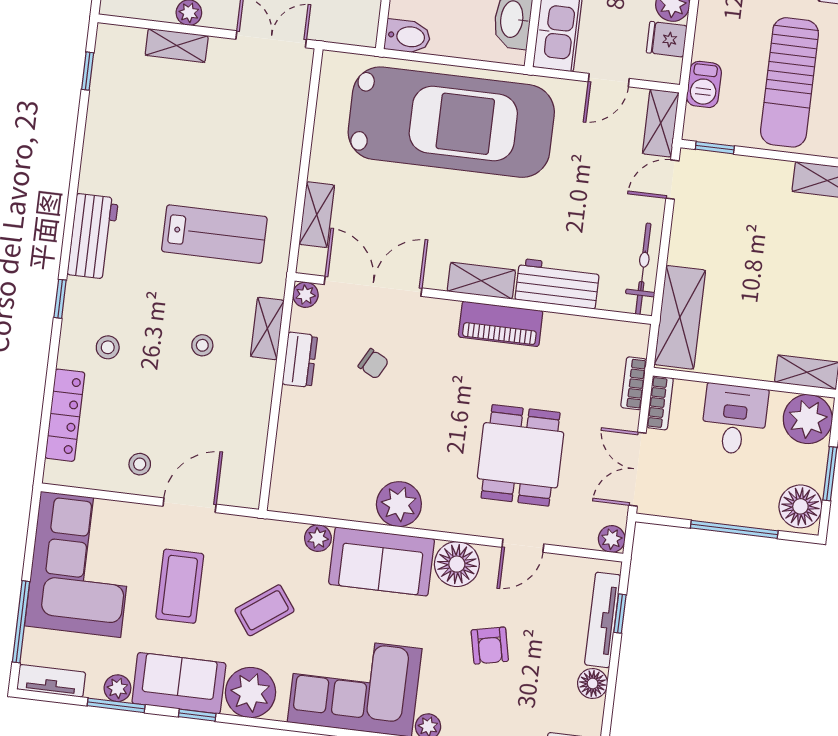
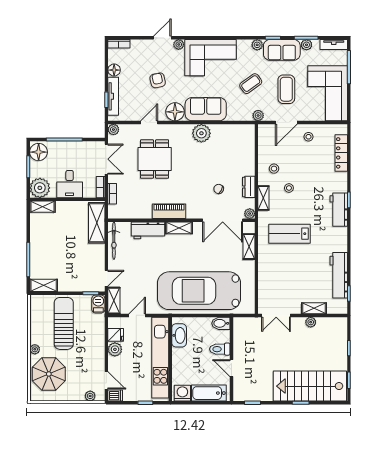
barbecue: (704, 84) -> (98, 304), moved
workbench: (107, 119) -> (339, 275), added
workbench: (93, 236) -> (339, 210), moved
stool: (108, 347) -> (274, 169), moved
plant: (318, 538) -> (258, 115), moved
plant: (250, 692) -> (257, 45), width x0.53, depth x0.53

